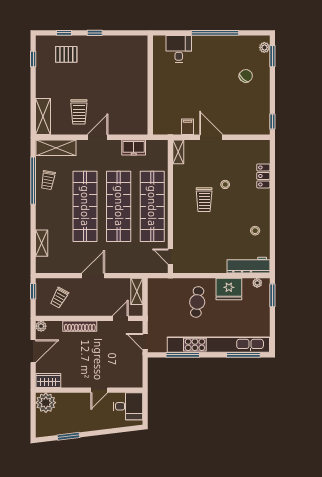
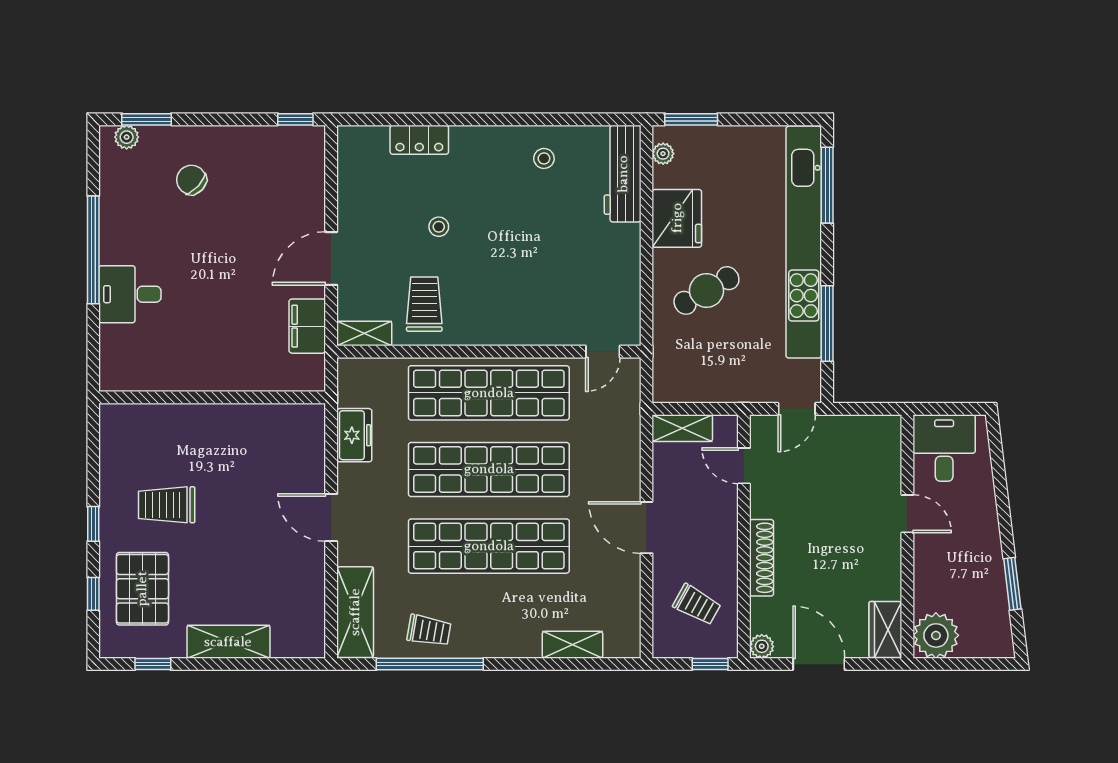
desk: (179, 49) -> (130, 294), moved
pallet: (66, 54) -> (142, 589), width x1.50, depth x1.42
trolley: (79, 112) -> (167, 505), moved, turned 180
shelving: (43, 117) -> (228, 642), moved
filing cabinet: (188, 127) -> (307, 326), width x2.00
trolley: (204, 200) -> (424, 304), moved, turned -90
window: (33, 291) -> (710, 664), moved
cafe table: (197, 302) -> (706, 290), turned -37

